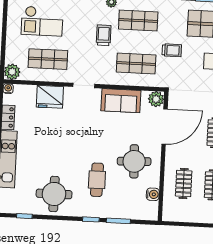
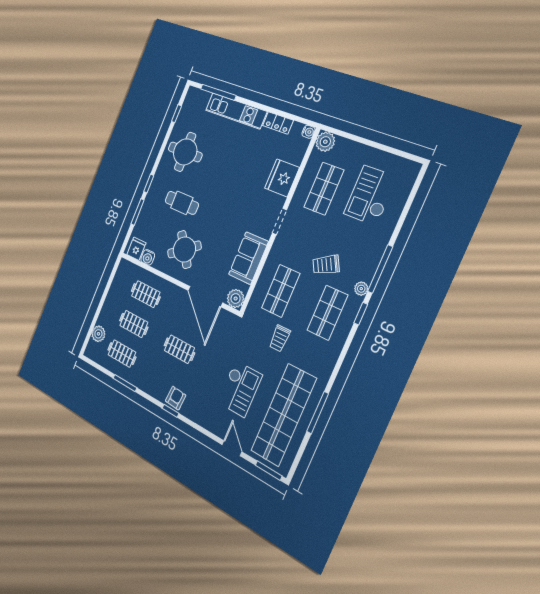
trolley: (104, 35) -> (326, 265), turned 151
round table: (134, 161) -> (184, 249), turned -34
fridge: (150, 209) -> (136, 249), added

